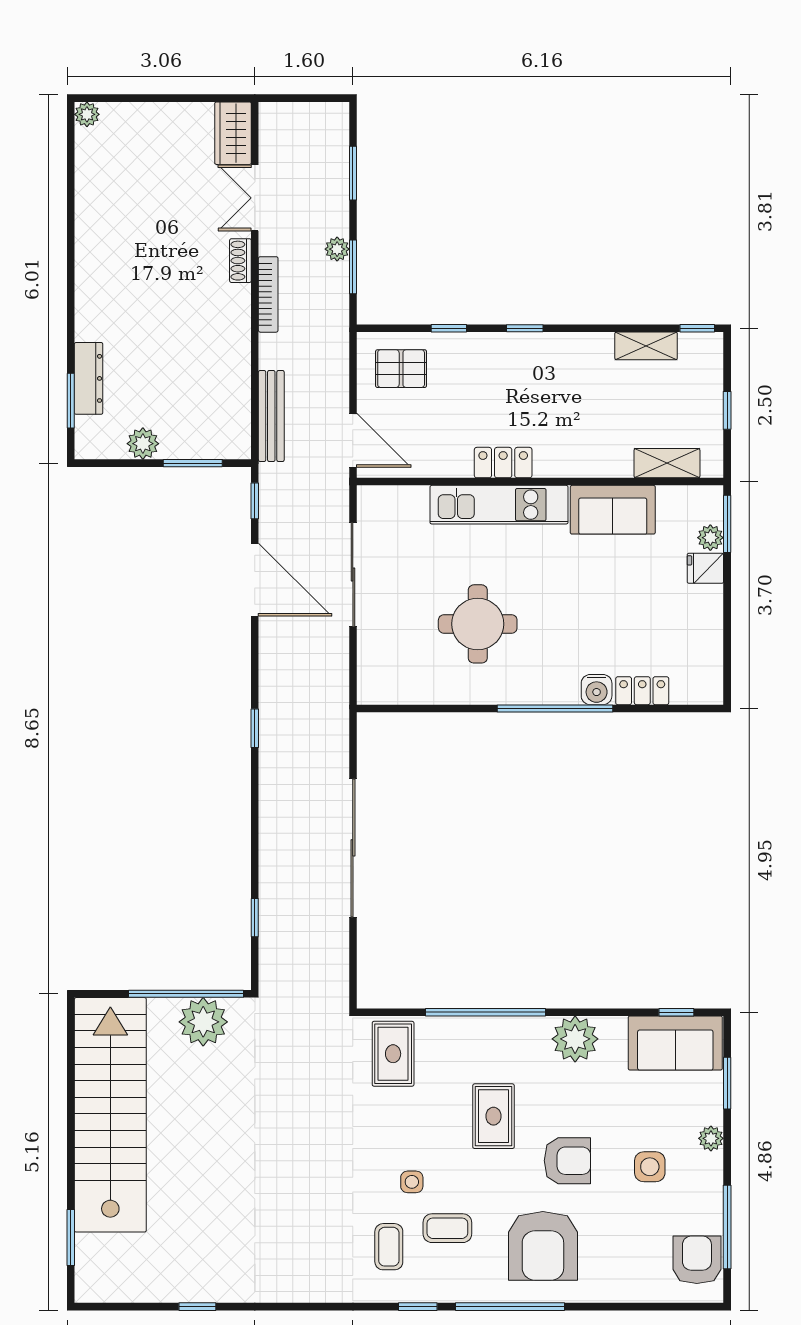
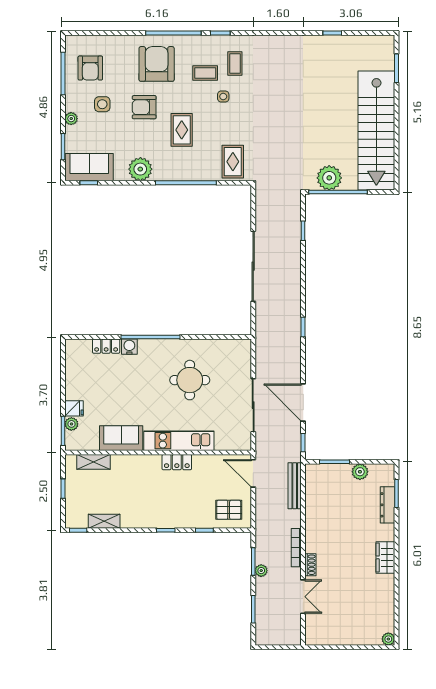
wardrobe: (233, 133) -> (385, 557), moved, turned 180
armchair: (697, 1260) -> (90, 68), moved

